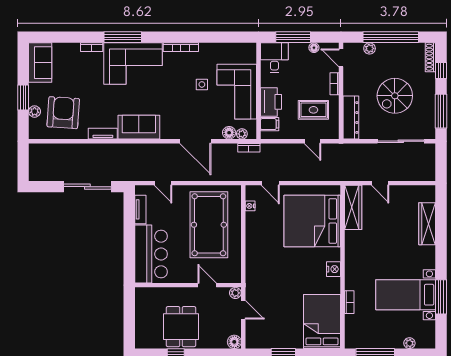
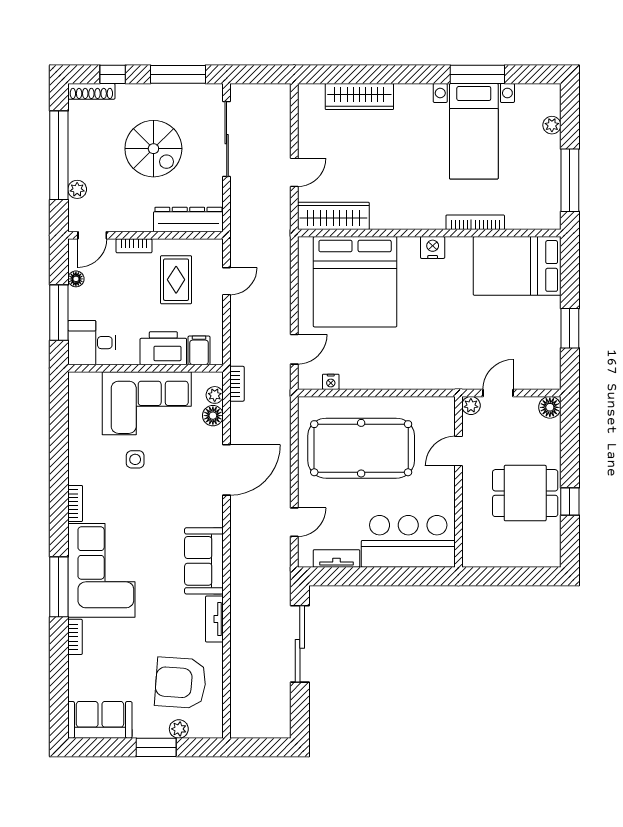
bookcase: (181, 47) -> (75, 503), width x0.64
bookcase: (349, 302) -> (475, 222), width x1.56

